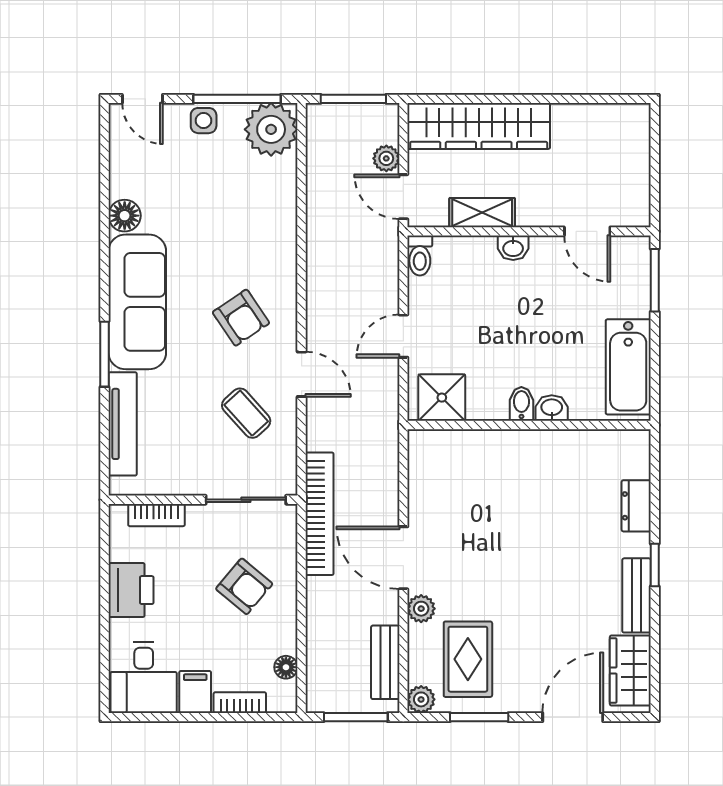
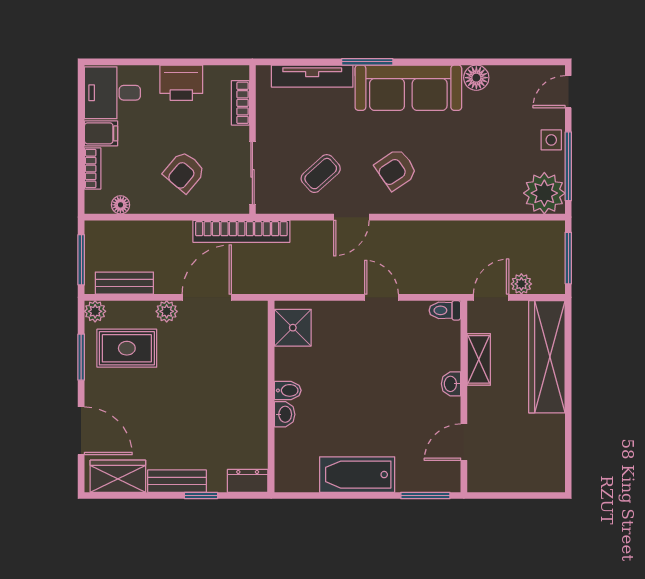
shower: (442, 398) -> (293, 328), moved
bidet: (521, 404) -> (288, 390), moved
washbasin: (552, 408) -> (285, 414), moved
wall: (529, 425) -> (271, 396), moved

